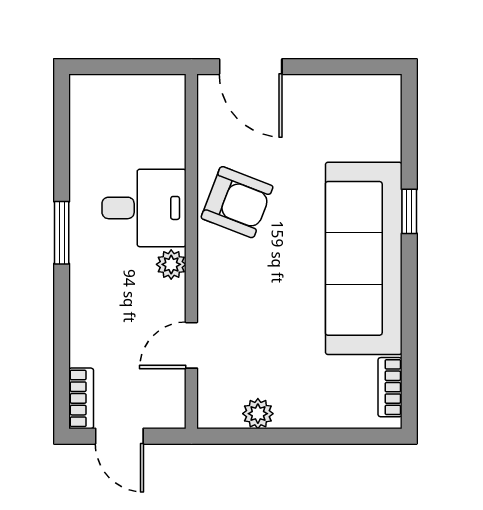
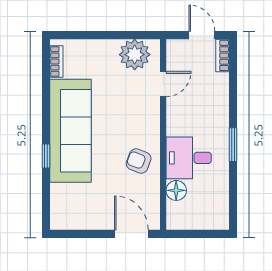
floor lamp: (167, 147) -> (176, 190), added
armchair: (237, 202) -> (139, 161), width x0.72, depth x0.72
plant: (171, 264) -> (174, 127), removed
plant: (258, 414) -> (135, 55), width x1.88, depth x1.88

